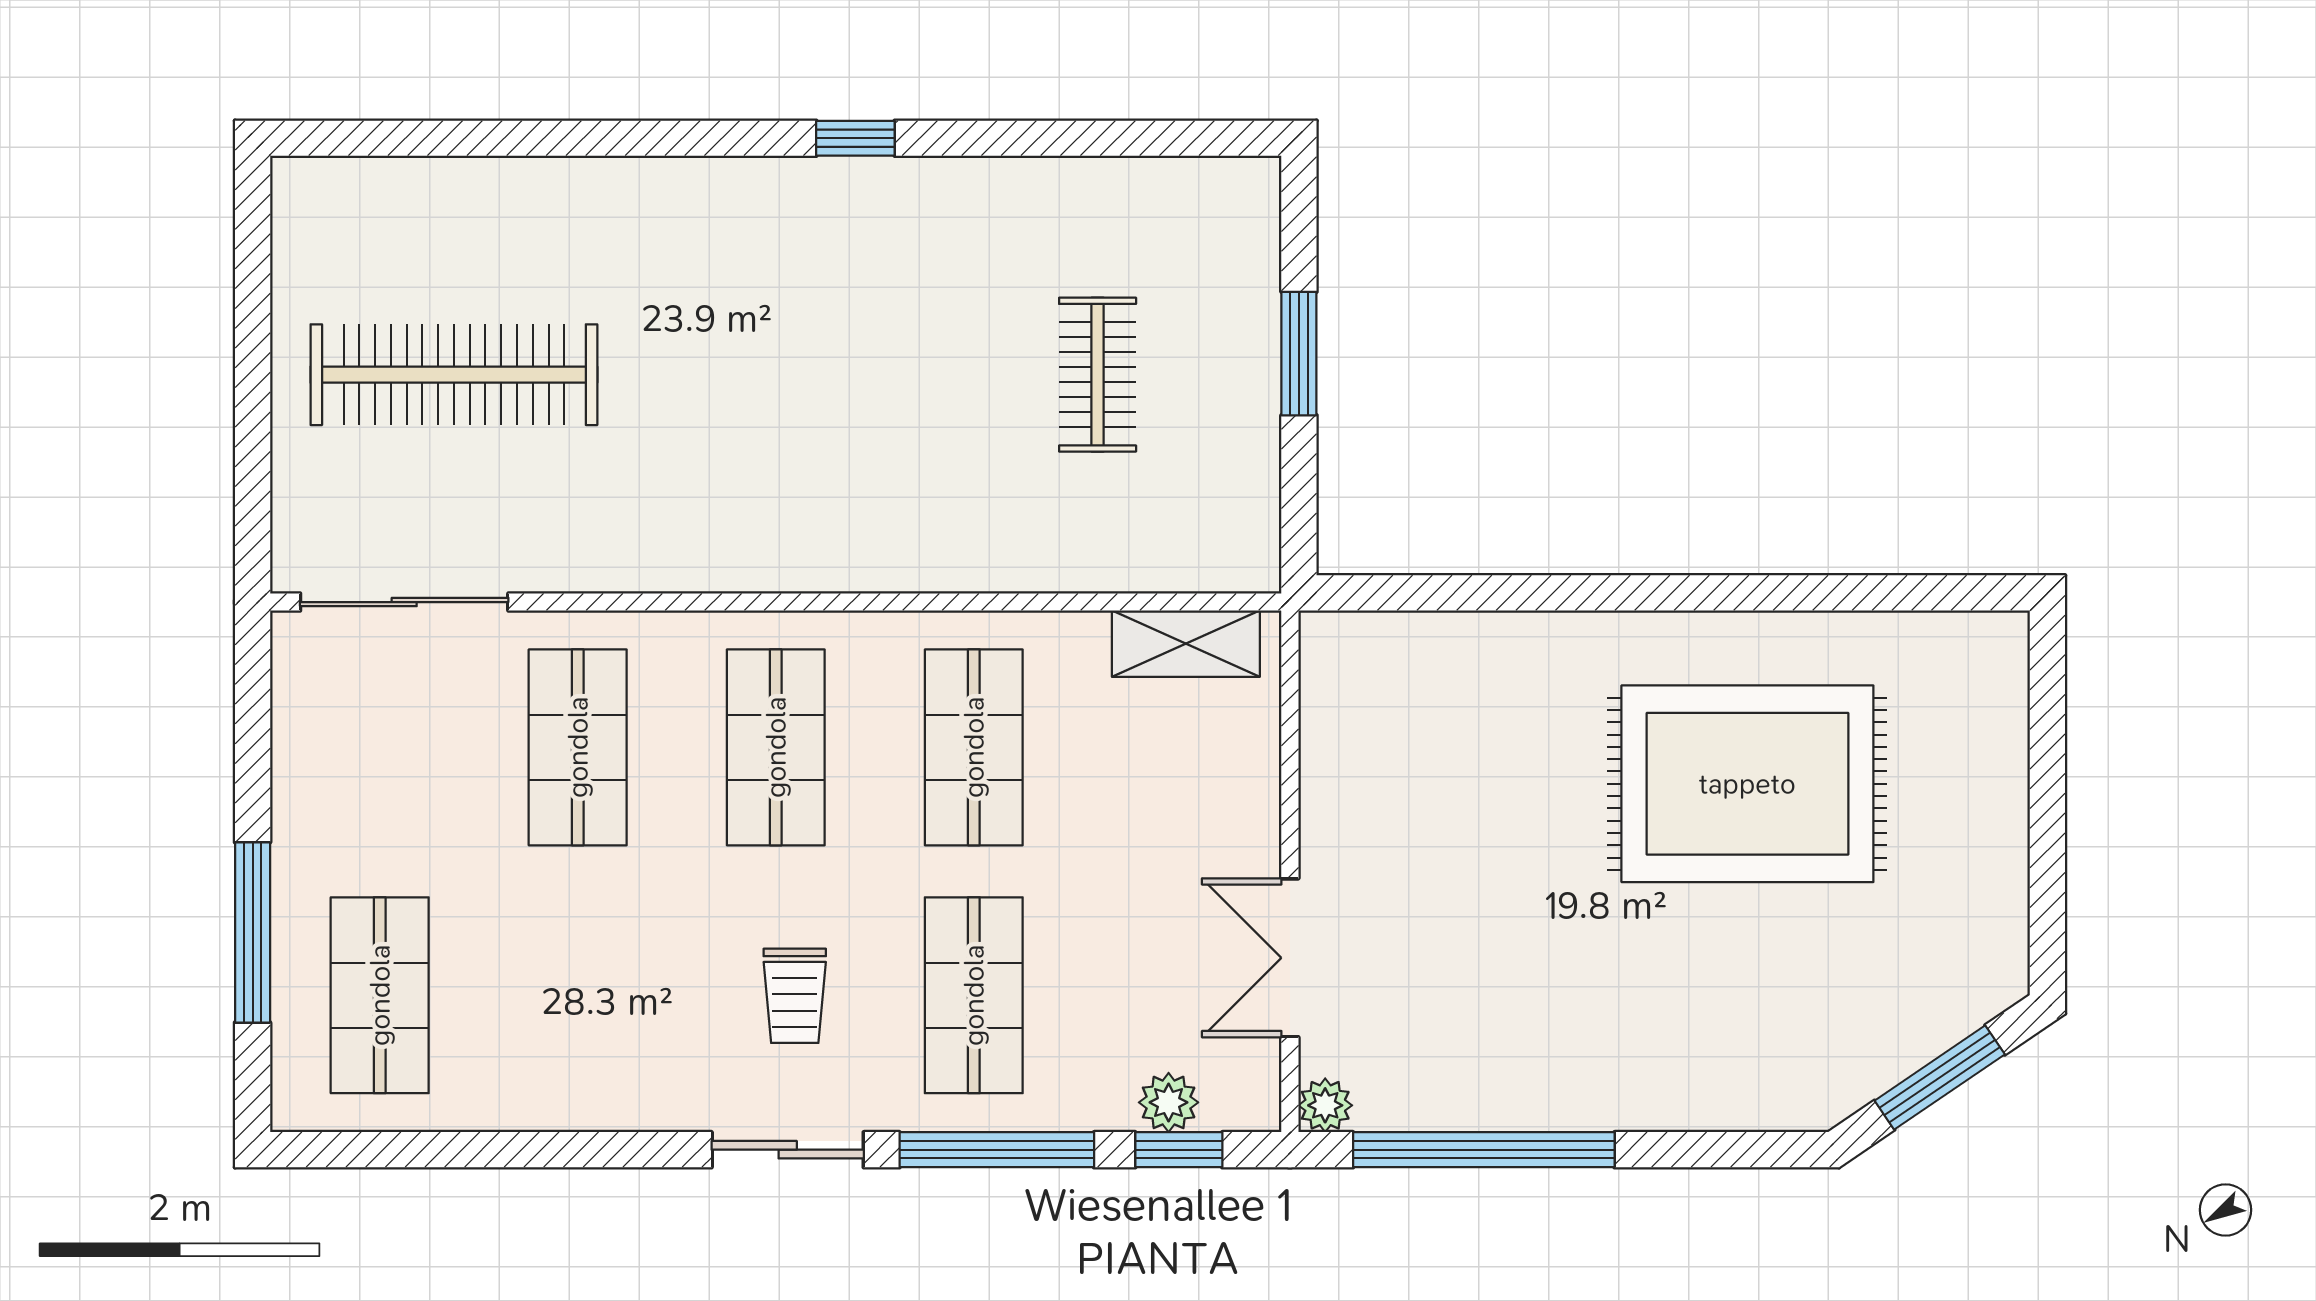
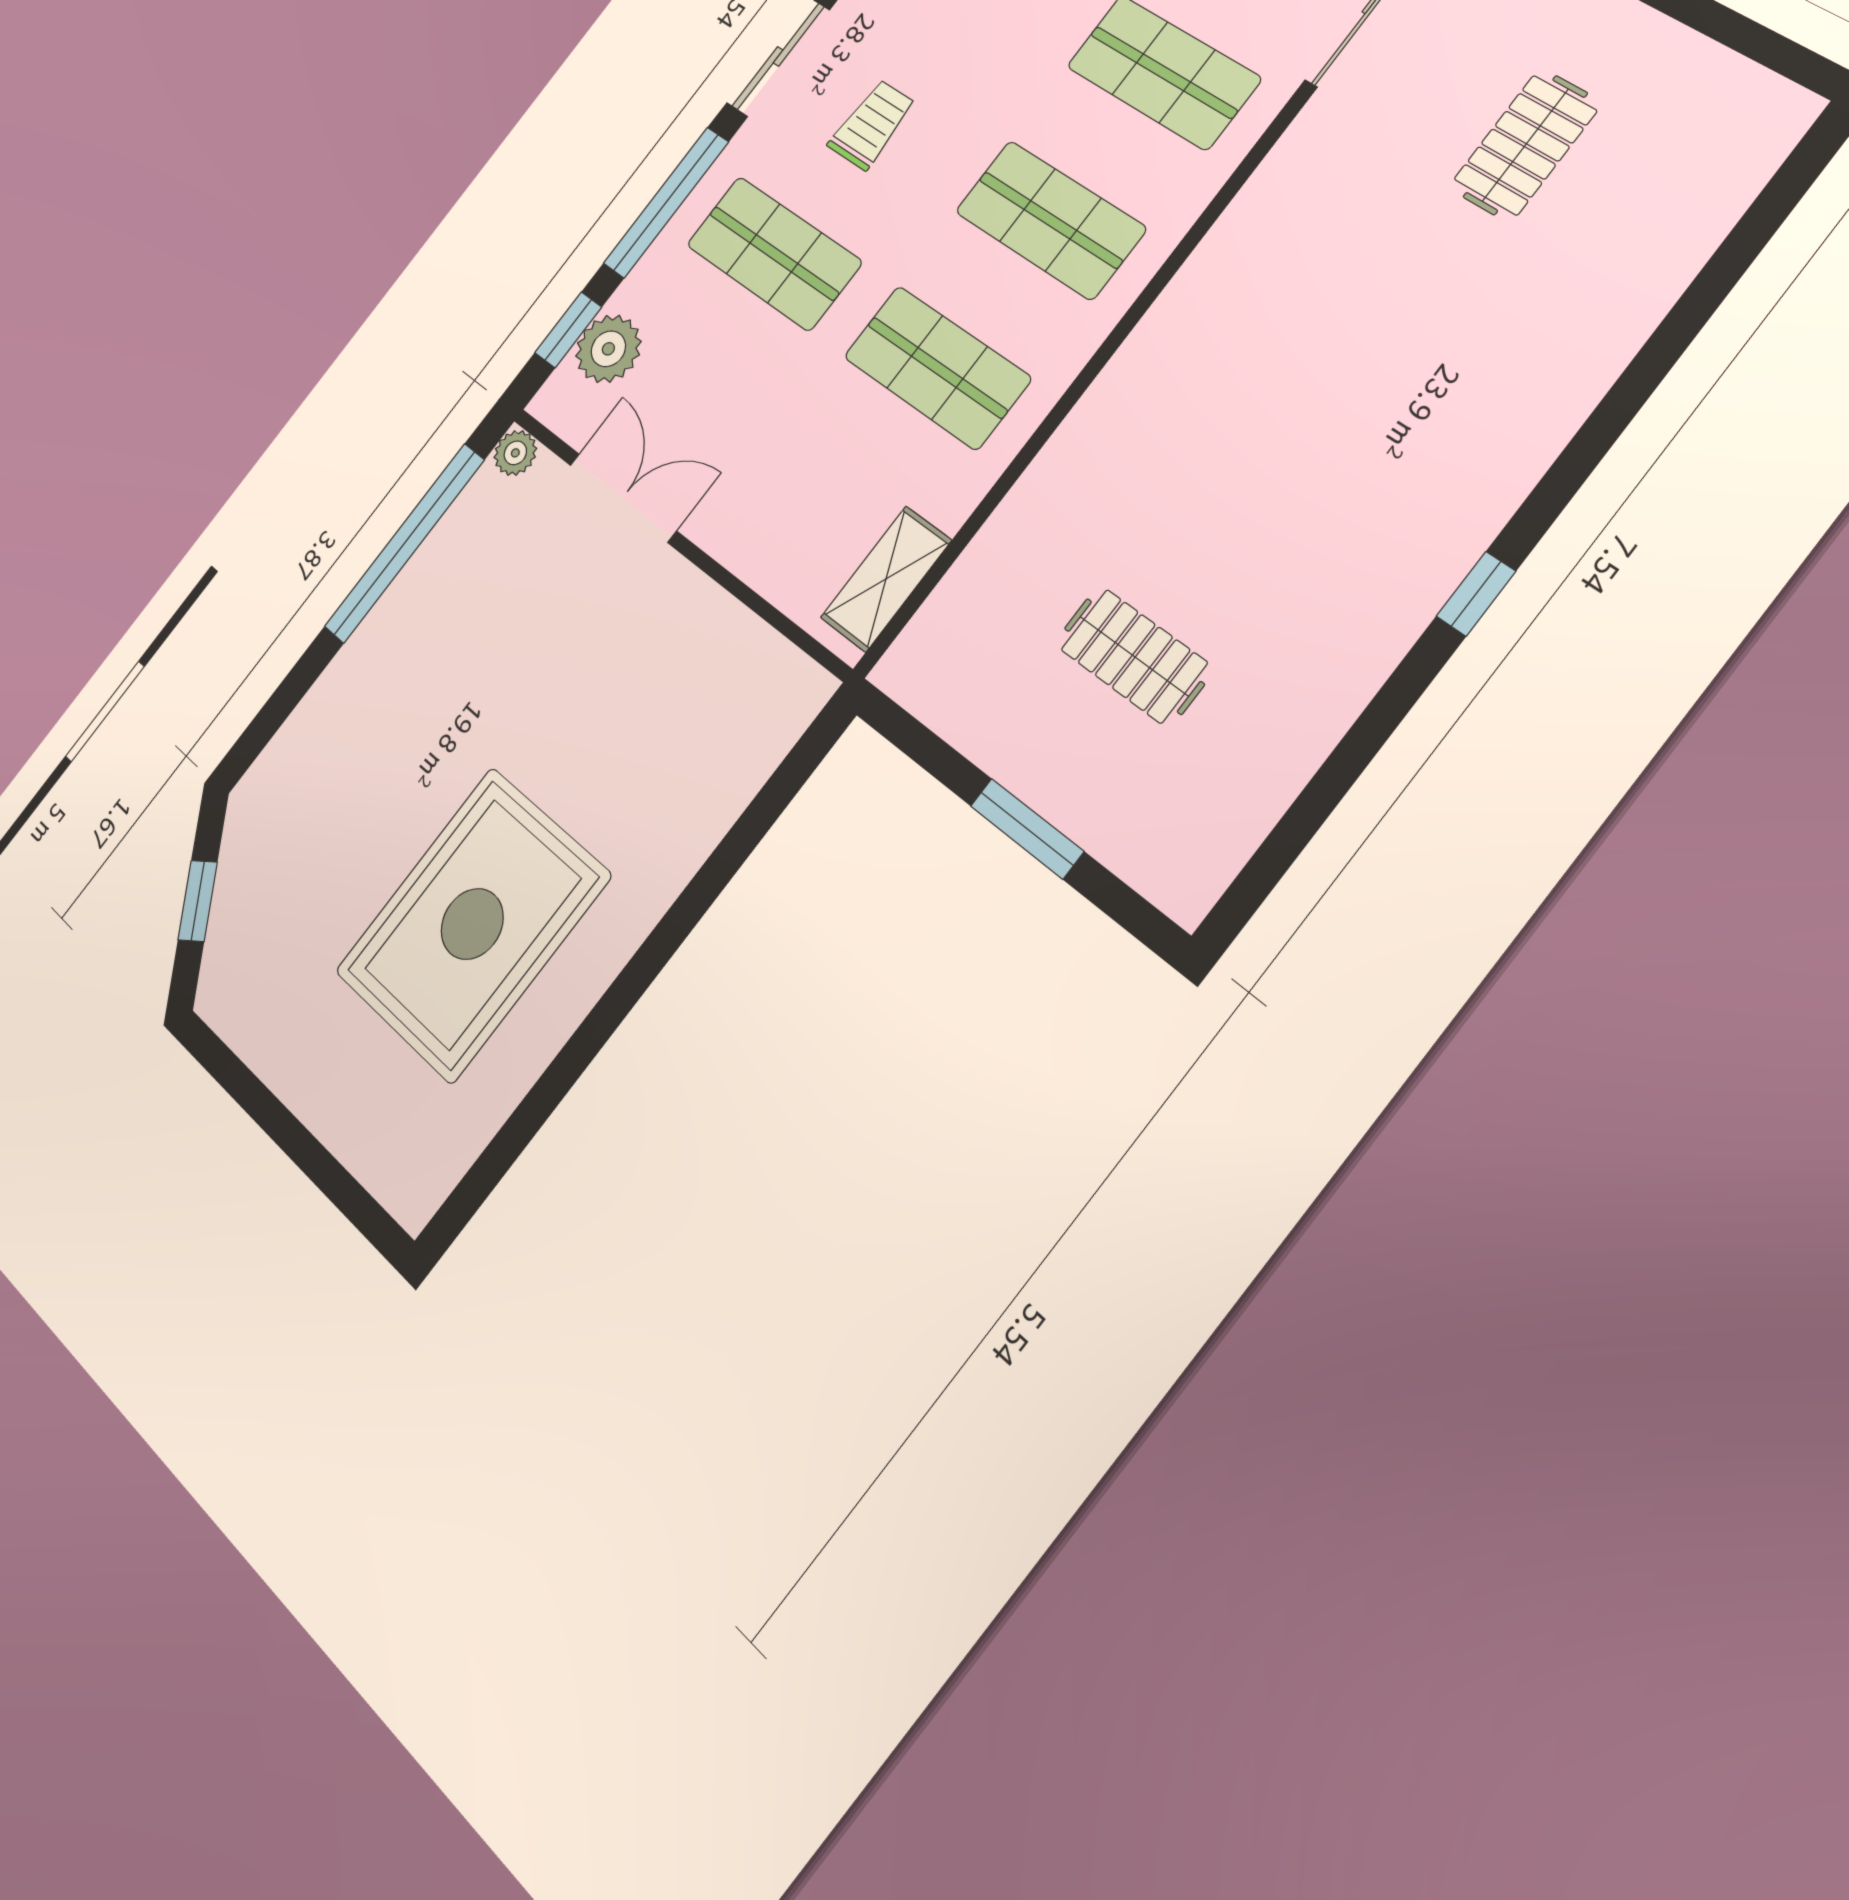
clothes rail: (454, 375) -> (1525, 145), width x0.54, depth x0.76
trolley: (795, 996) -> (872, 125), turned 90
window: (1940, 1078) -> (198, 901), width x0.67
plant: (1169, 1102) -> (608, 349), width x1.38, depth x1.38

